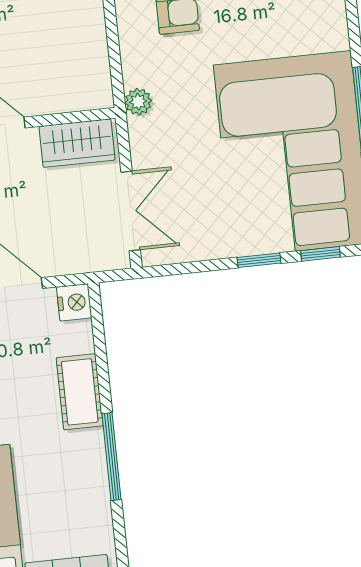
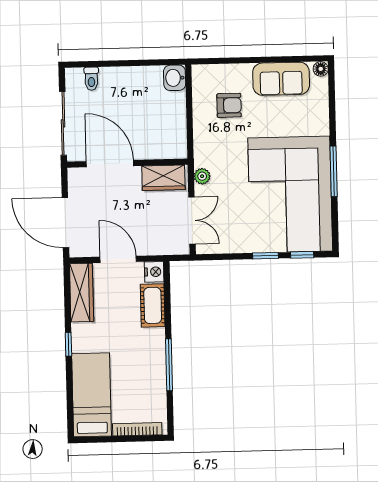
plant: (138, 102) -> (202, 176), moved
cot: (80, 392) -> (153, 305), moved

